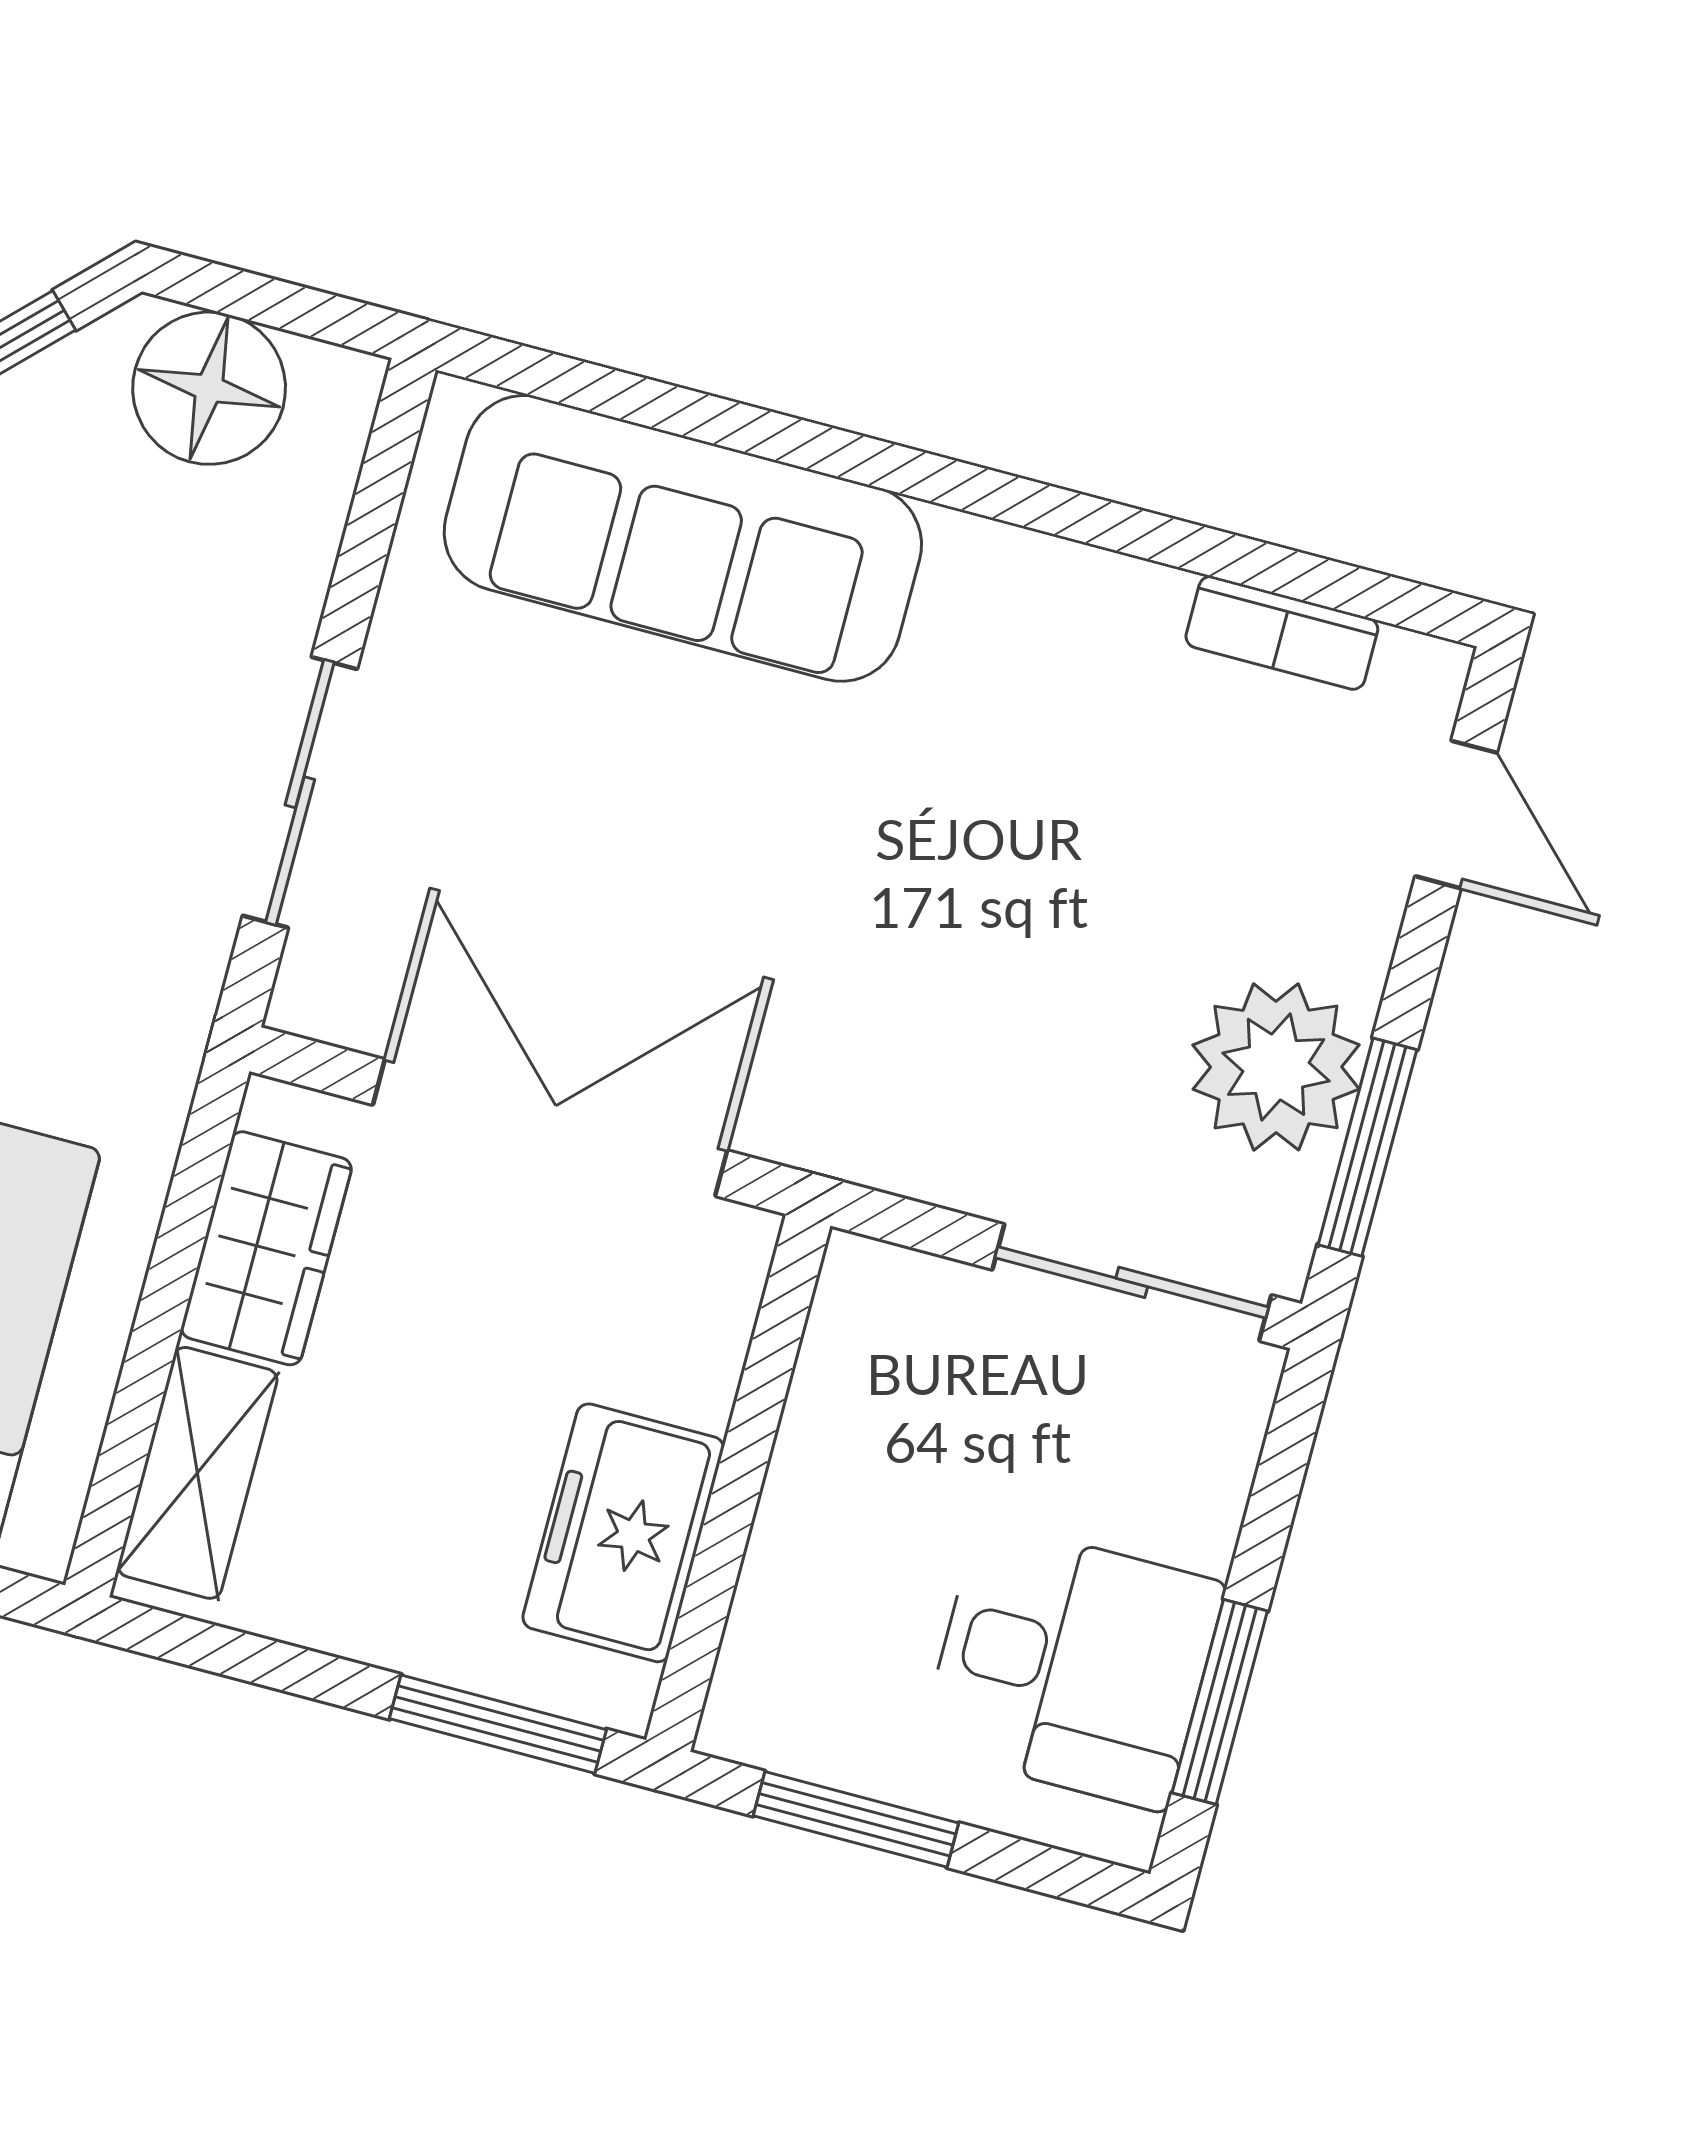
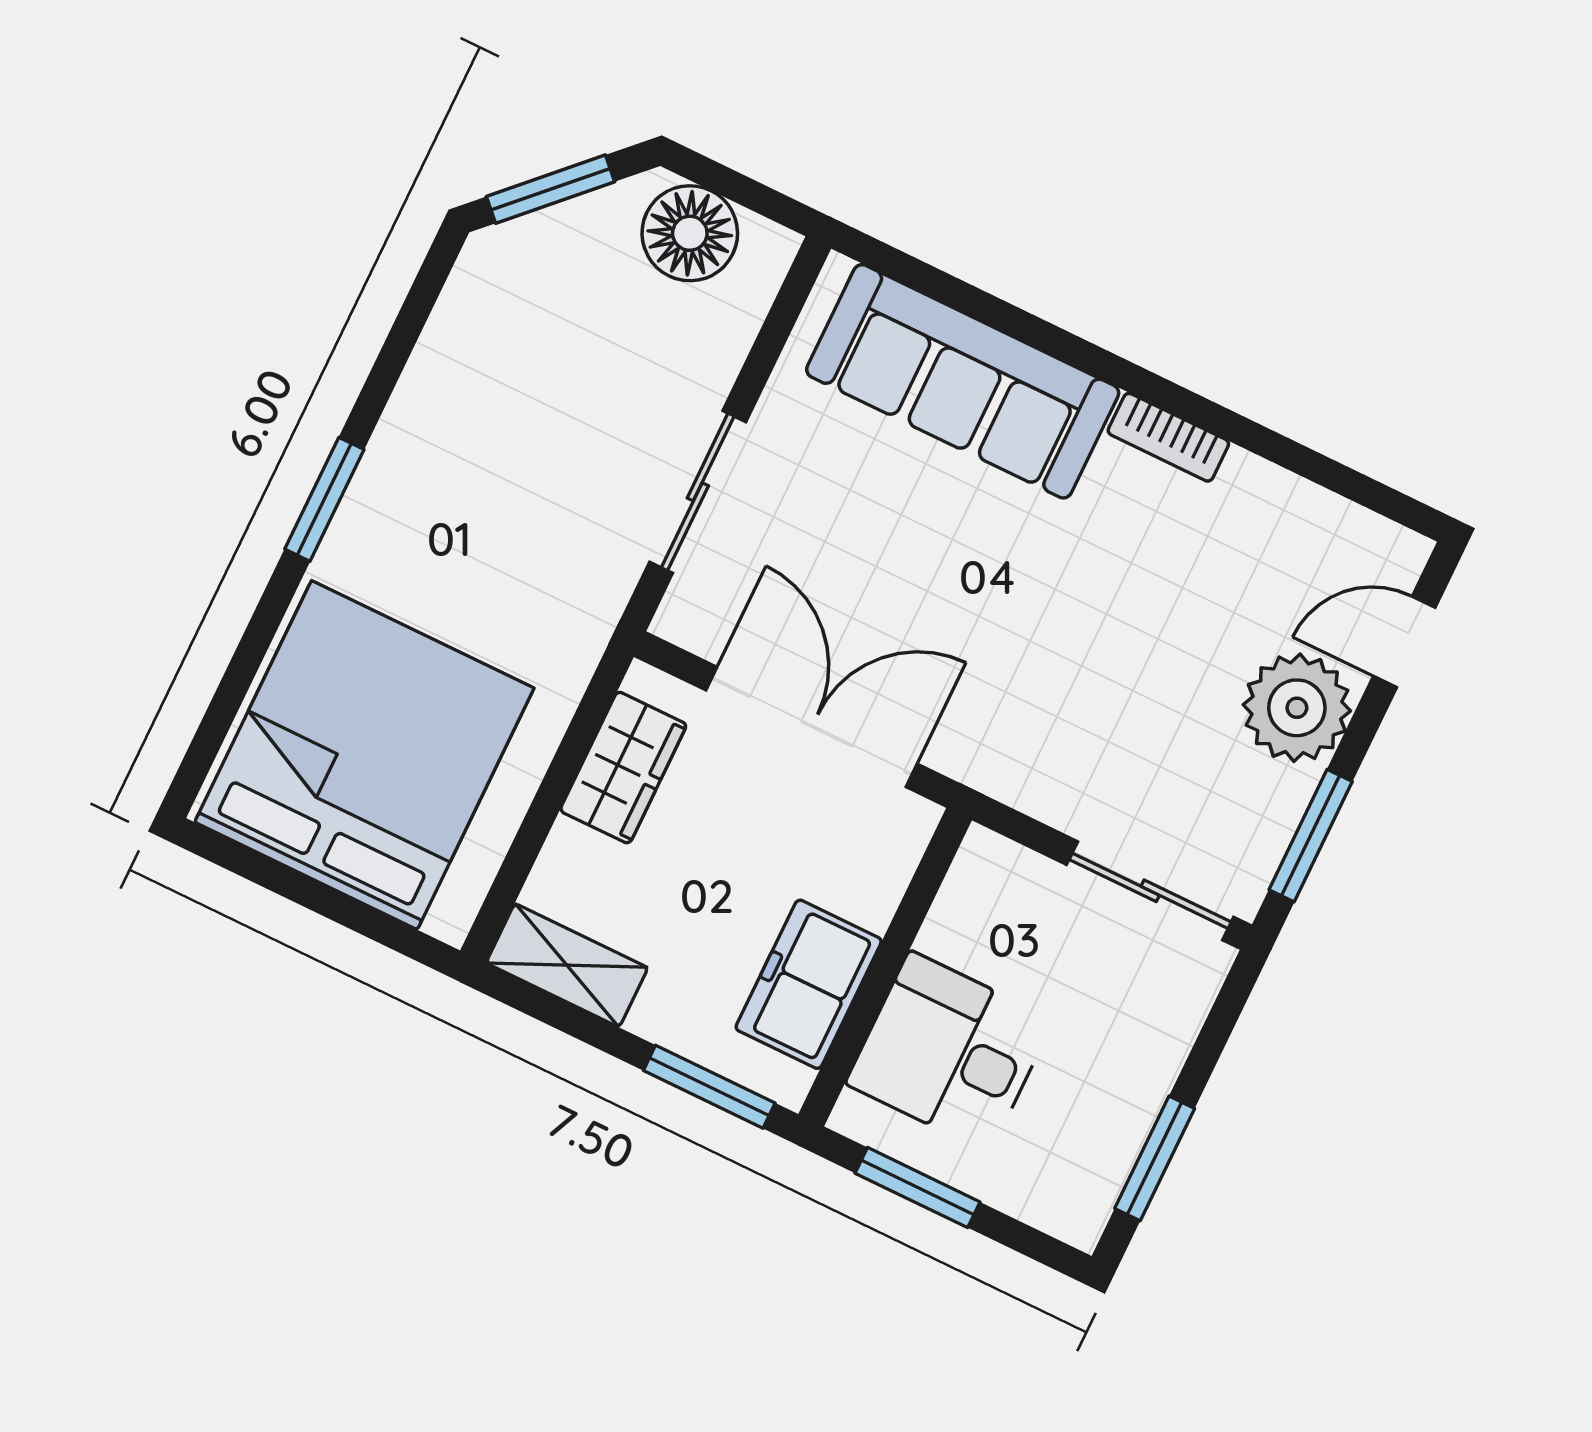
bookcase: (1282, 633) -> (1168, 437), moved
door: (1456, 814) -> (1404, 642), swing flipped
plant: (1276, 1067) -> (1297, 708), moved
shelving: (197, 1473) -> (567, 965), moved, turned 90
desk: (1072, 1666) -> (950, 1052), moved, turned 180

